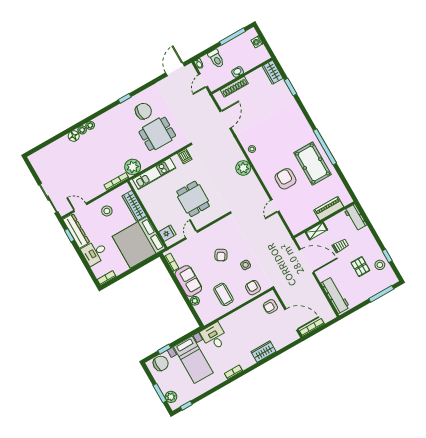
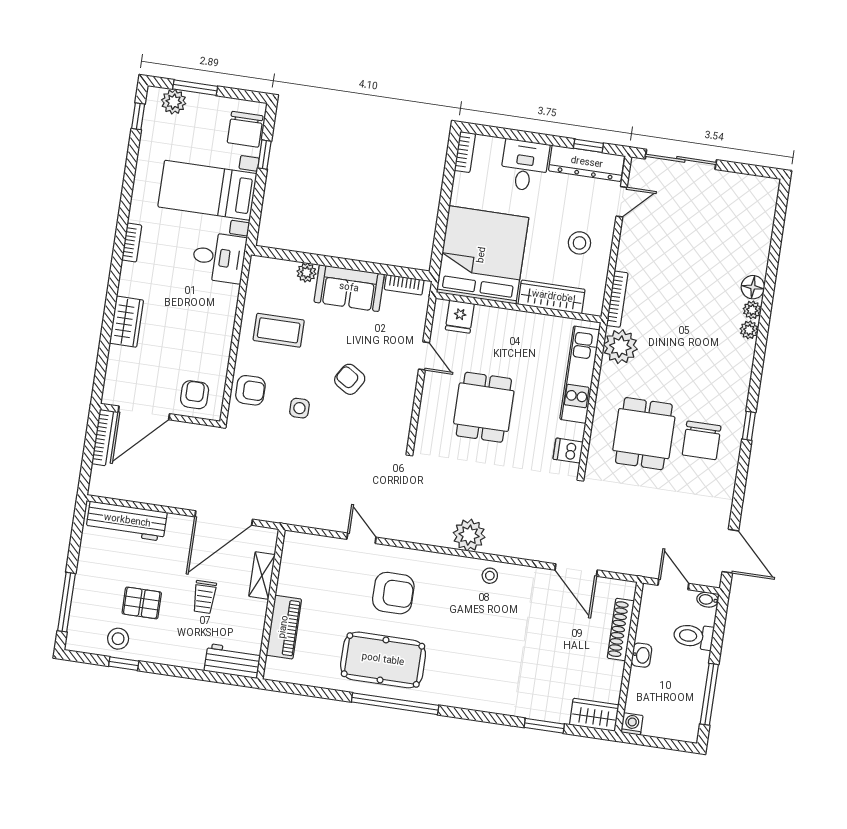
washing machine: (257, 42) -> (632, 724), moved
dining table: (193, 199) -> (484, 407), turned 90

